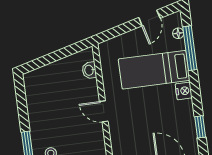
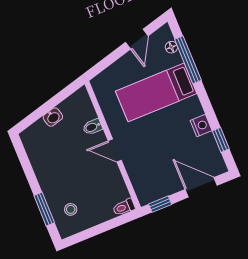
washbasin: (89, 70) -> (53, 117), moved, turned -105
bidet: (90, 85) -> (92, 127), added
nightstand: (184, 91) -> (201, 126), moved

